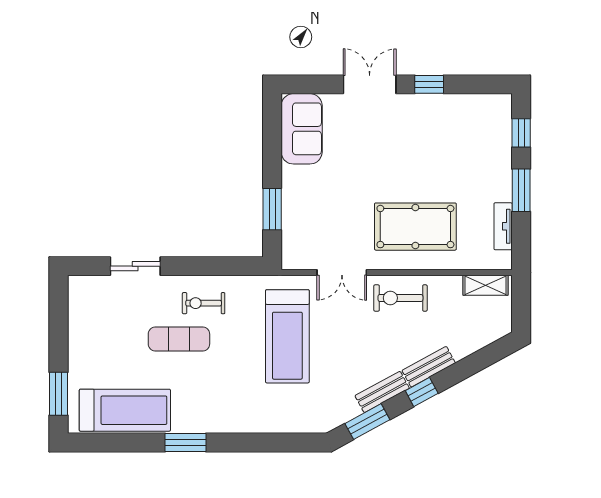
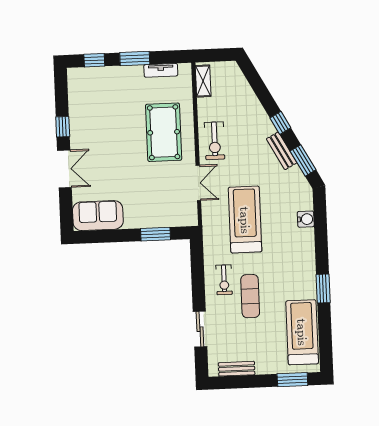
double door: (370, 84) -> (64, 169), swing flipped
treadmill: (287, 336) -> (245, 220), turned -90
bench: (429, 367) -> (237, 369), moved, turned -61
water cooler: (284, 422) -> (306, 219), added

